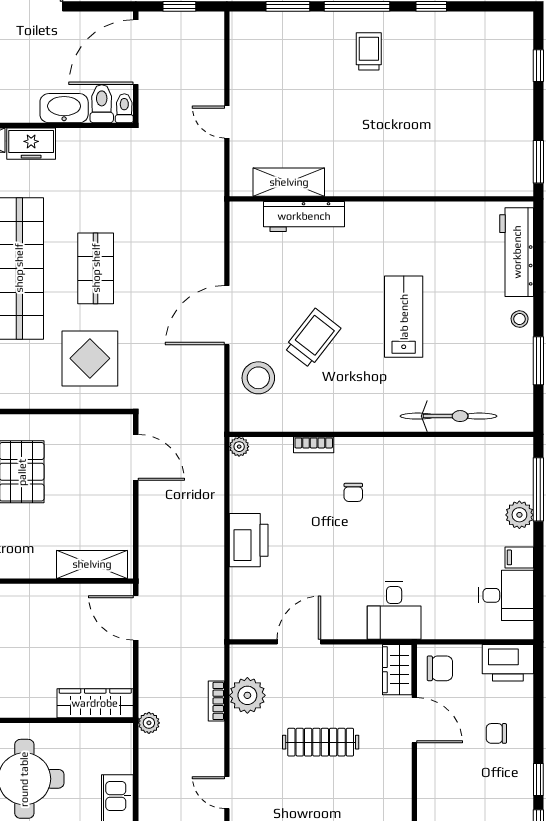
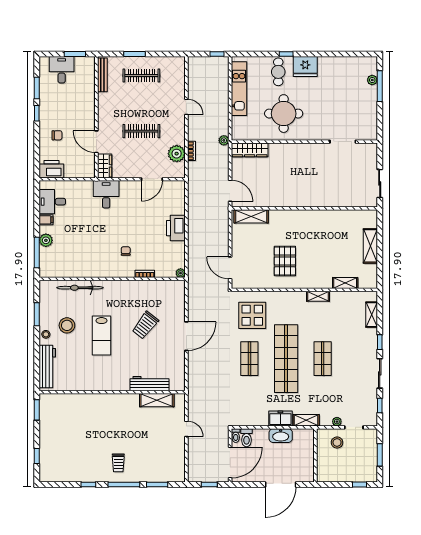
washbasin: (64, 108) -> (281, 436), moved
stool: (258, 378) -> (67, 325), moved
chair: (440, 668) -> (84, 167), removed

